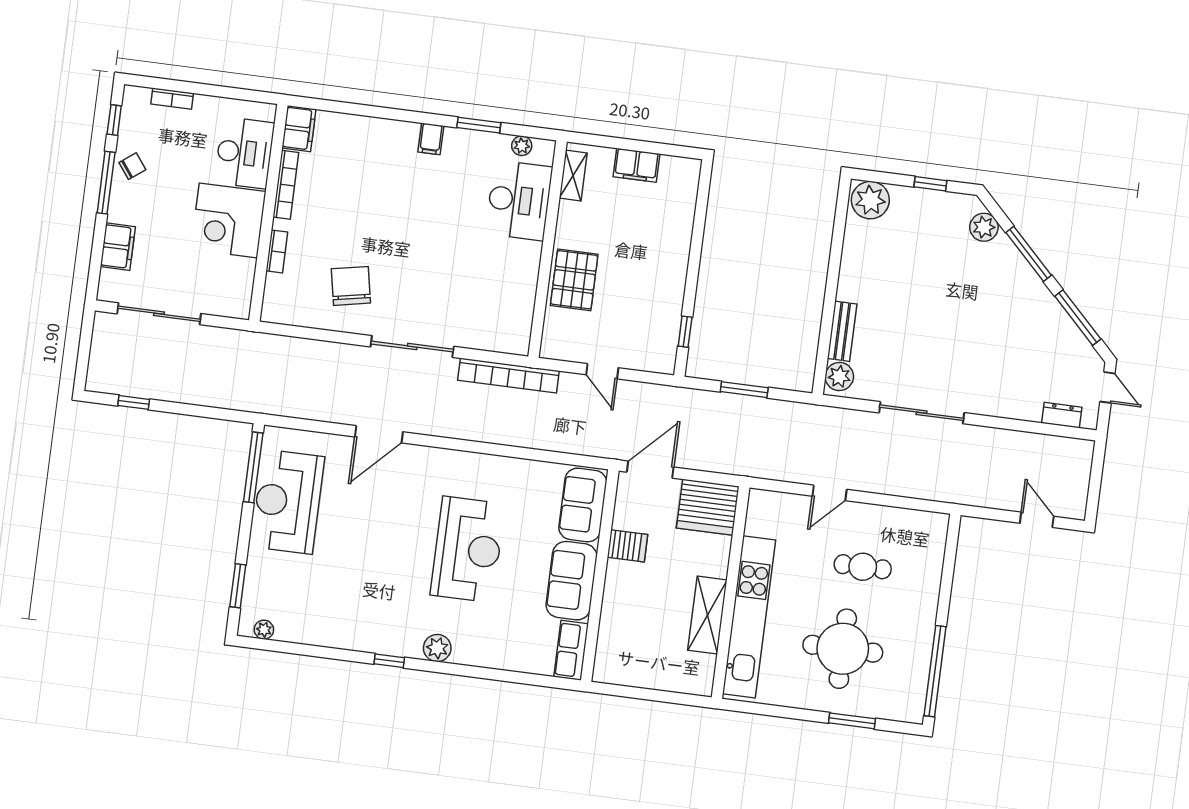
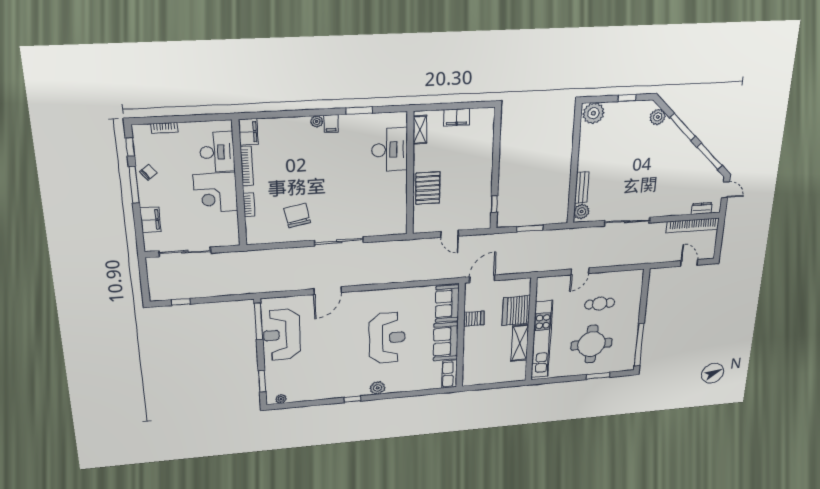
plant: (522, 146) -> (317, 121), moved
bookcase: (508, 376) -> (693, 225), moved
server rack: (708, 507) -> (516, 311), moved, turned 90

